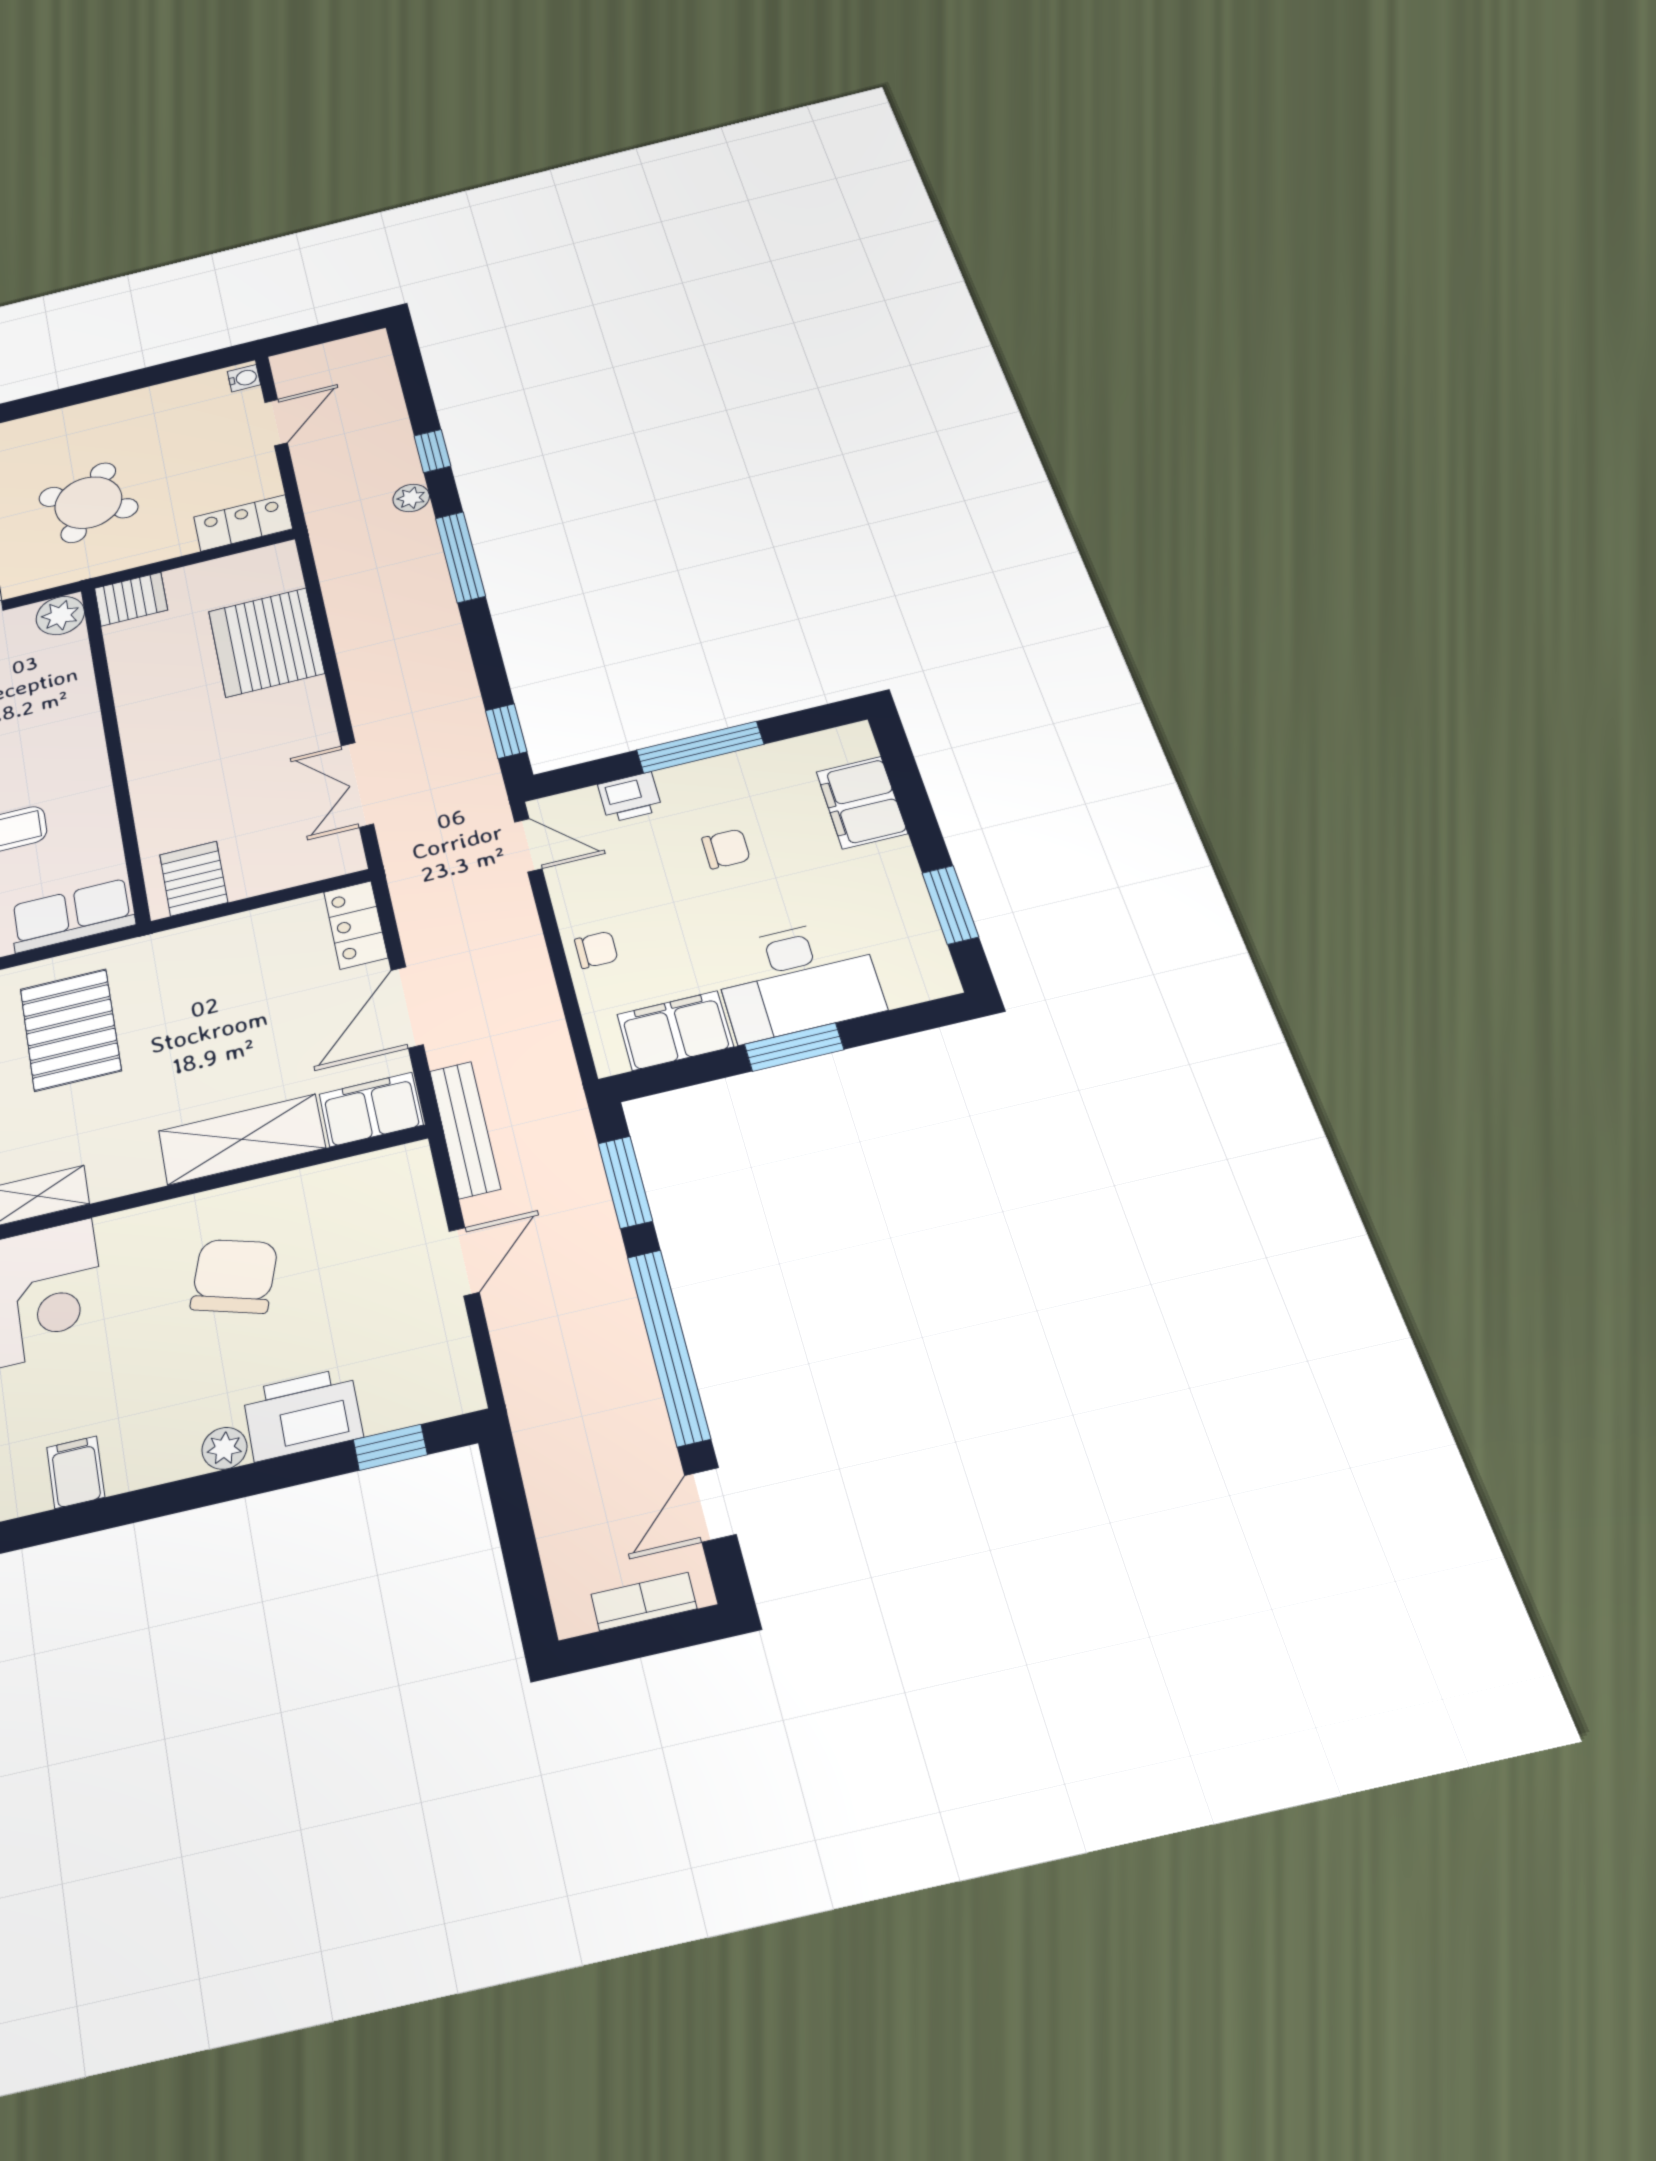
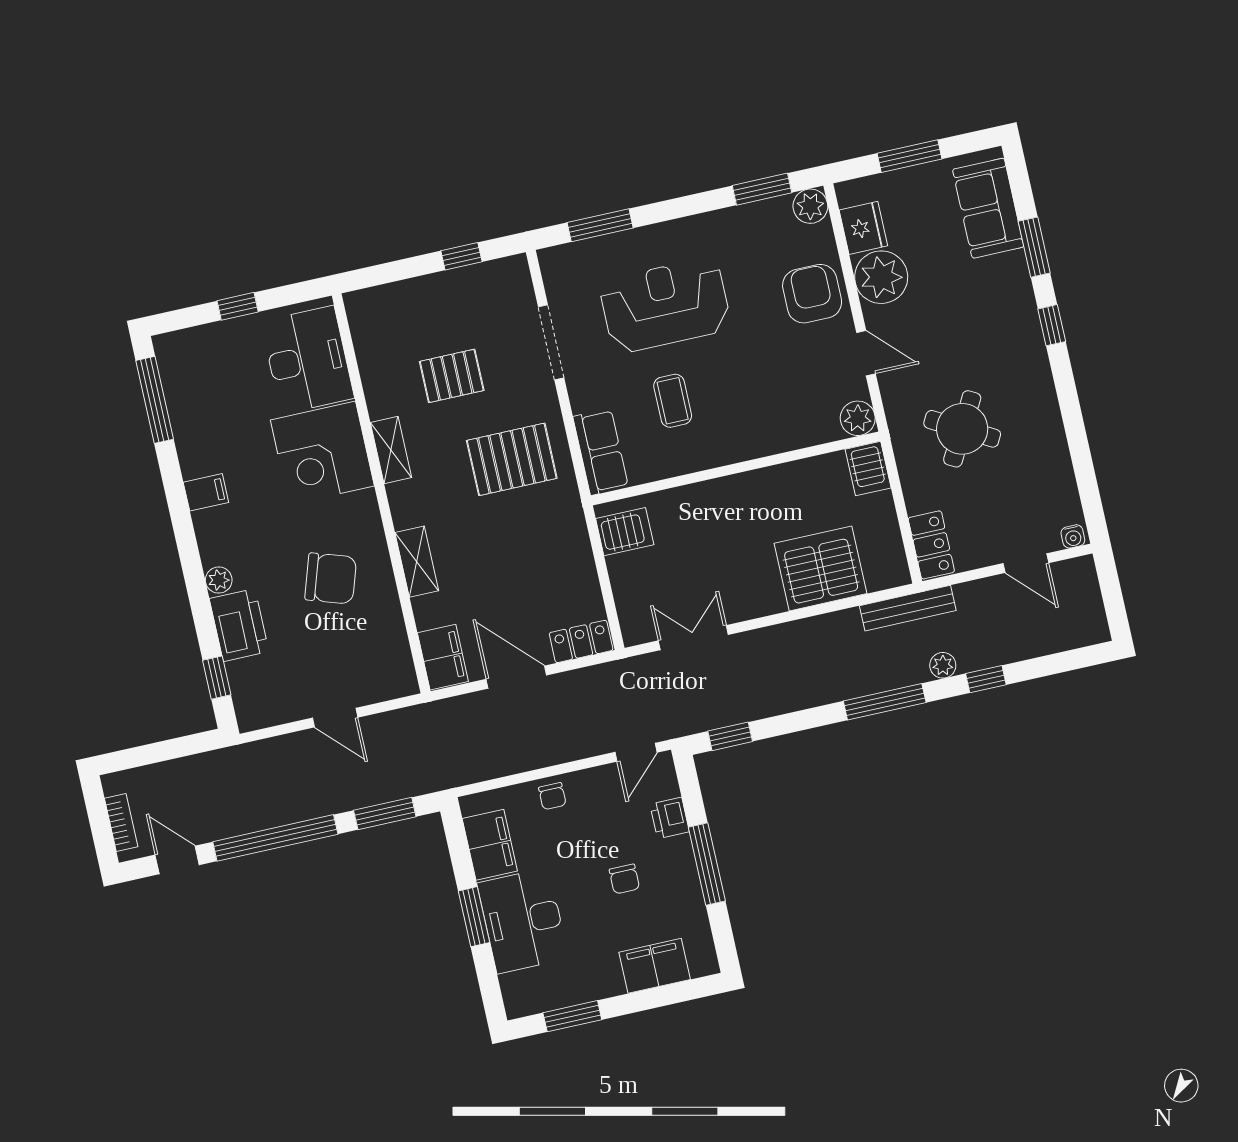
bench: (465, 1130) -> (908, 608), moved
shelving: (242, 1139) -> (417, 562), width x0.67, depth x0.75

